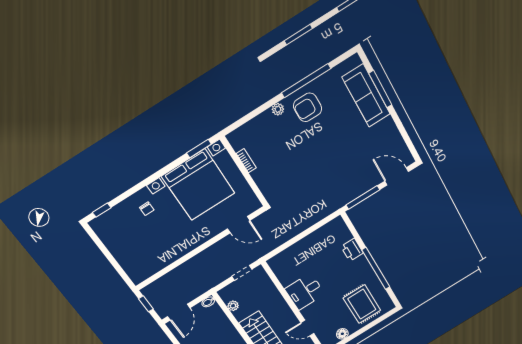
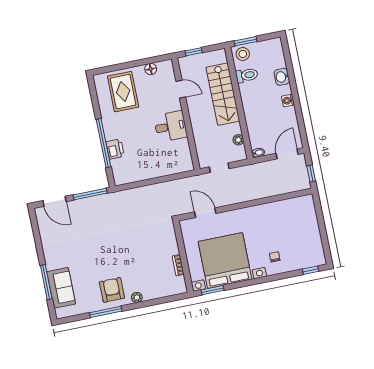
window: (306, 81) -> (106, 312), width x0.68
sofa: (366, 96) -> (61, 288), width x0.73
armchair: (308, 107) -> (112, 290), turned -90
window: (376, 268) -> (104, 143), moved

